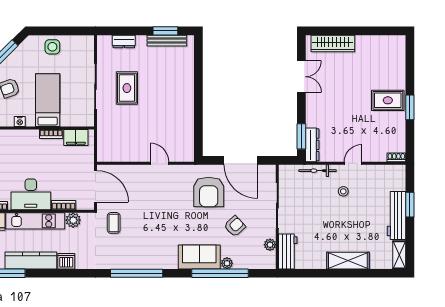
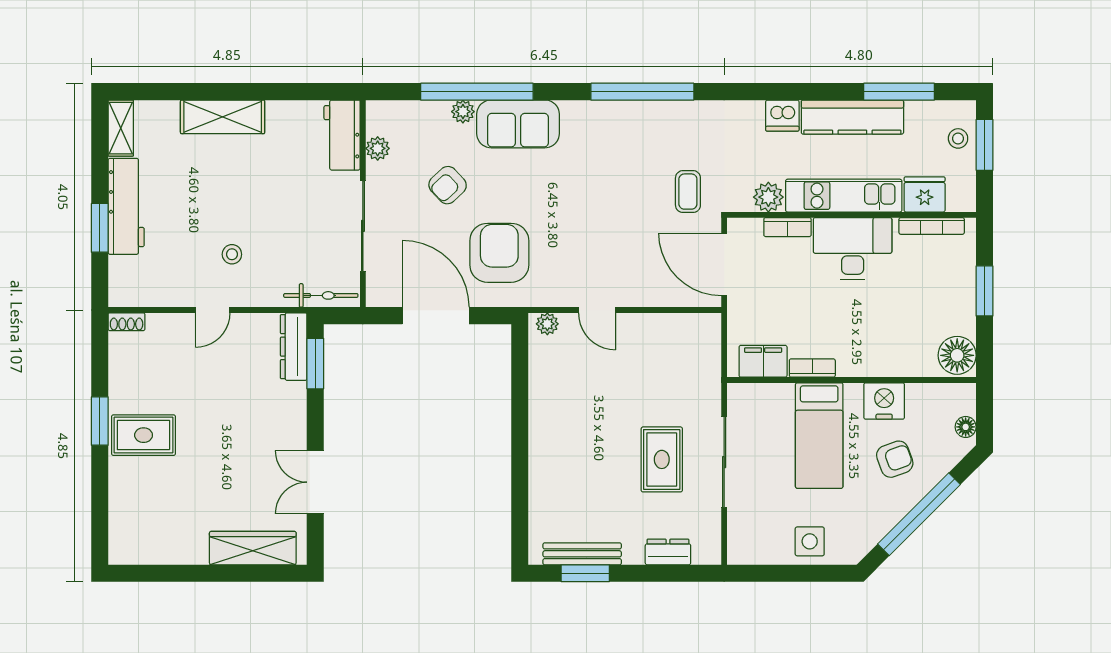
nightstand: (20, 122) -> (884, 401), width x1.89, depth x1.79
plant: (185, 156) -> (547, 324), added
bicycle: (317, 171) -> (321, 295), moved

